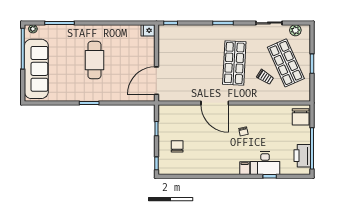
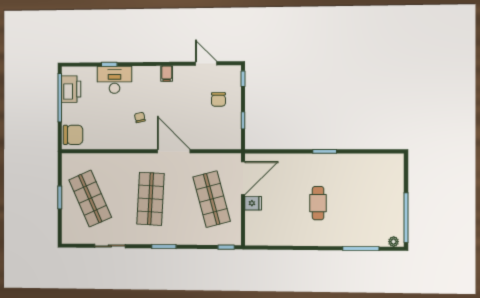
fridge: (148, 30) -> (253, 203), moved
plant: (295, 30) -> (79, 237), removed
cafe table: (94, 60) -> (318, 203), width x0.73, depth x0.74
shop shelf: (183, 63) -> (212, 199), added
sofa: (36, 69) -> (389, 193), removed
trolley: (265, 77) -> (114, 182), removed
chair: (301, 117) -> (73, 135), turned 90
filing cabinet: (245, 168) -> (167, 74), moved
door: (187, 176) -> (206, 64), added

